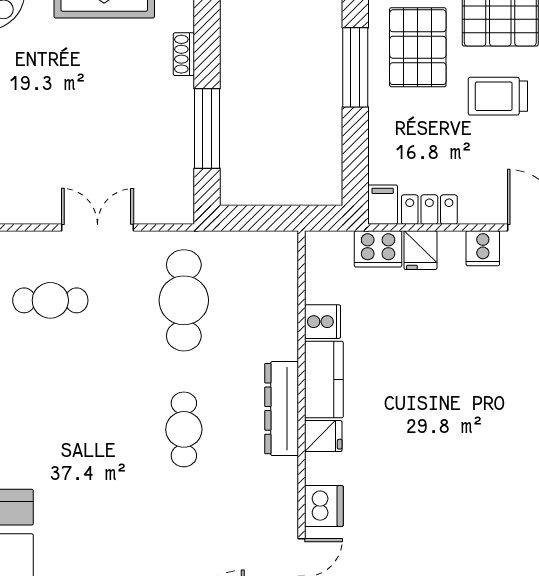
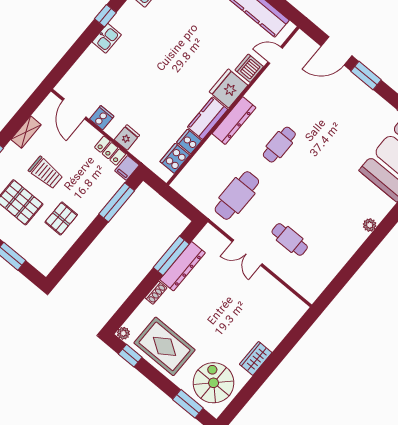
pallet: (418, 47) -> (61, 218), width x0.67, depth x0.71
window: (355, 67) -> (117, 202), moved
dresser: (177, 127) -> (183, 266), added
cooker: (378, 249) -> (175, 158), moved, turned -90
fridge: (323, 436) -> (229, 88), width x1.88, depth x1.34

